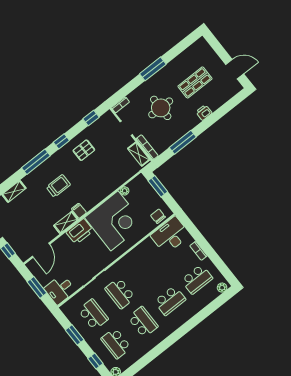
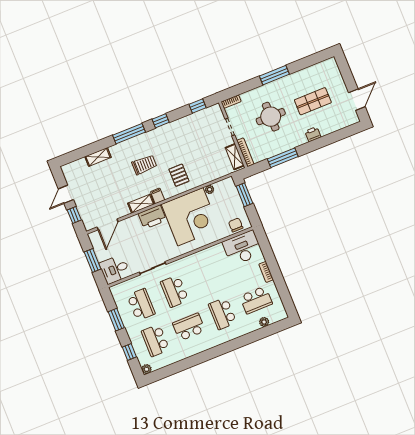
door: (235, 69) -> (357, 100), hinge flipped
pallet: (84, 150) -> (179, 175), moved, turned 90
plant: (222, 288) -> (264, 322), moved
school desk: (170, 301) -> (222, 314), turned 90
school desk: (143, 322) -> (189, 327), turned -90

